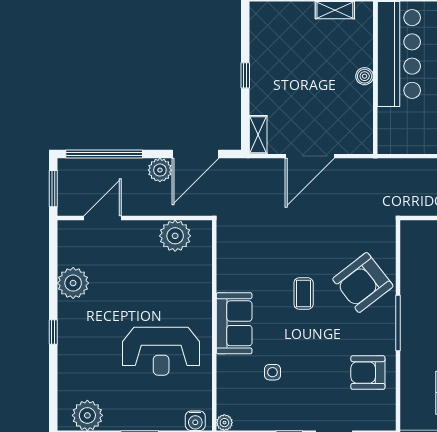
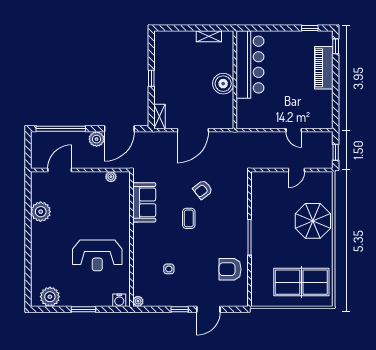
boiler: (365, 76) -> (223, 84), width x1.86, depth x1.86
window: (53, 189) -> (28, 151), removed
plant: (175, 236) -> (111, 177), width x0.53, depth x0.53
armchair: (363, 283) -> (203, 190), moved, width x0.53, depth x0.53
sofa: (234, 323) -> (144, 202), moved
window: (53, 332) -> (28, 243), removed

